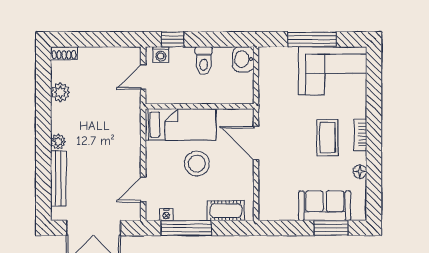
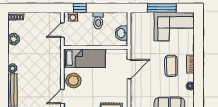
washbasin: (243, 59) -> (121, 33), moved
door: (256, 143) -> (129, 69), swing flipped
stool: (197, 163) -> (73, 81), moved

